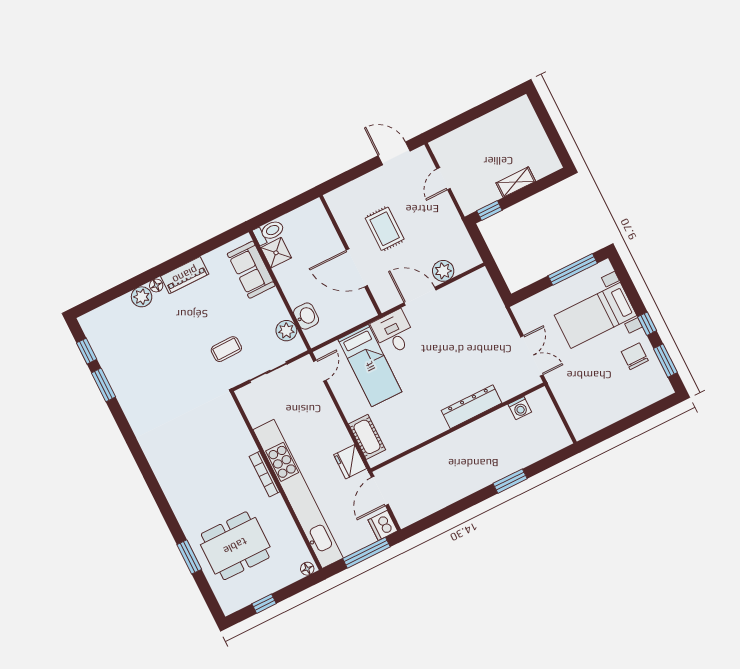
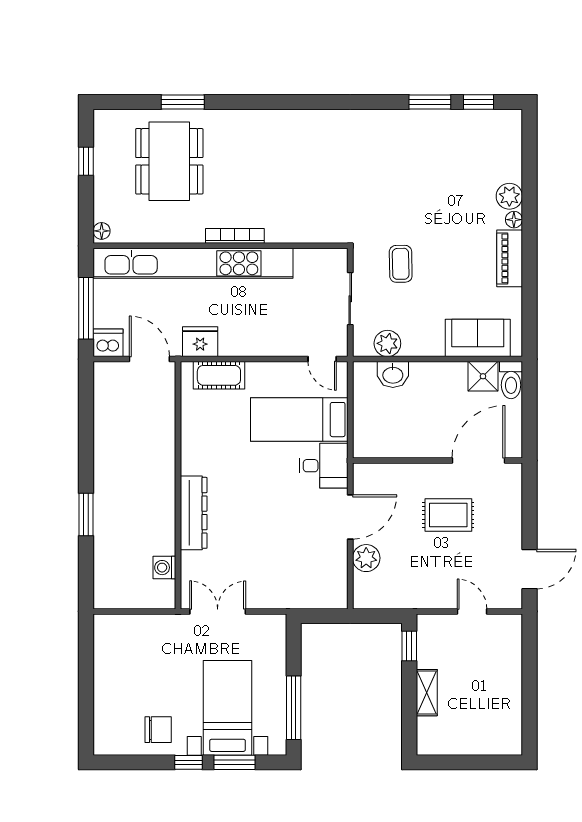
door: (357, 268) -> (479, 460), moved
double door: (532, 356) -> (218, 611), swing flipped
window: (665, 361) -> (234, 762), moved

